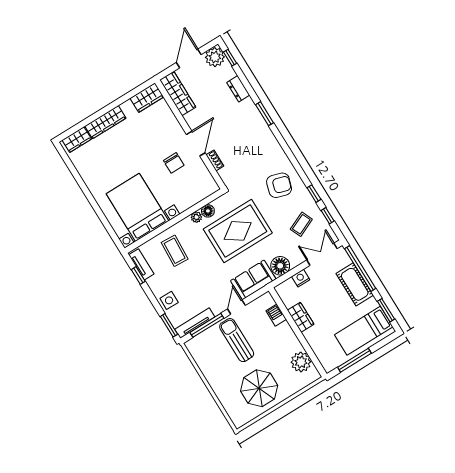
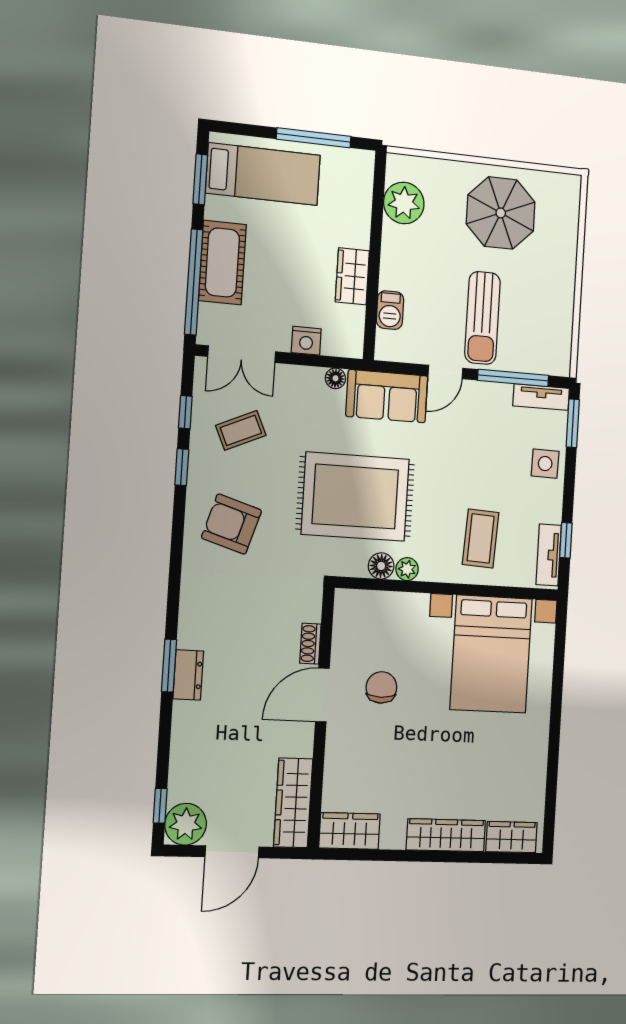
dresser: (238, 89) -> (188, 675), moved
floor lamp: (280, 266) -> (335, 378), width x0.53, depth x0.53
tv unit: (195, 323) -> (541, 397), width x0.71

